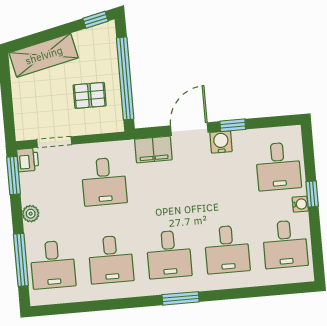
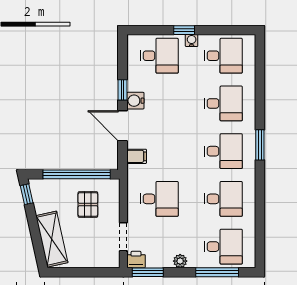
filing cabinet: (153, 149) -> (137, 156), width x0.50

